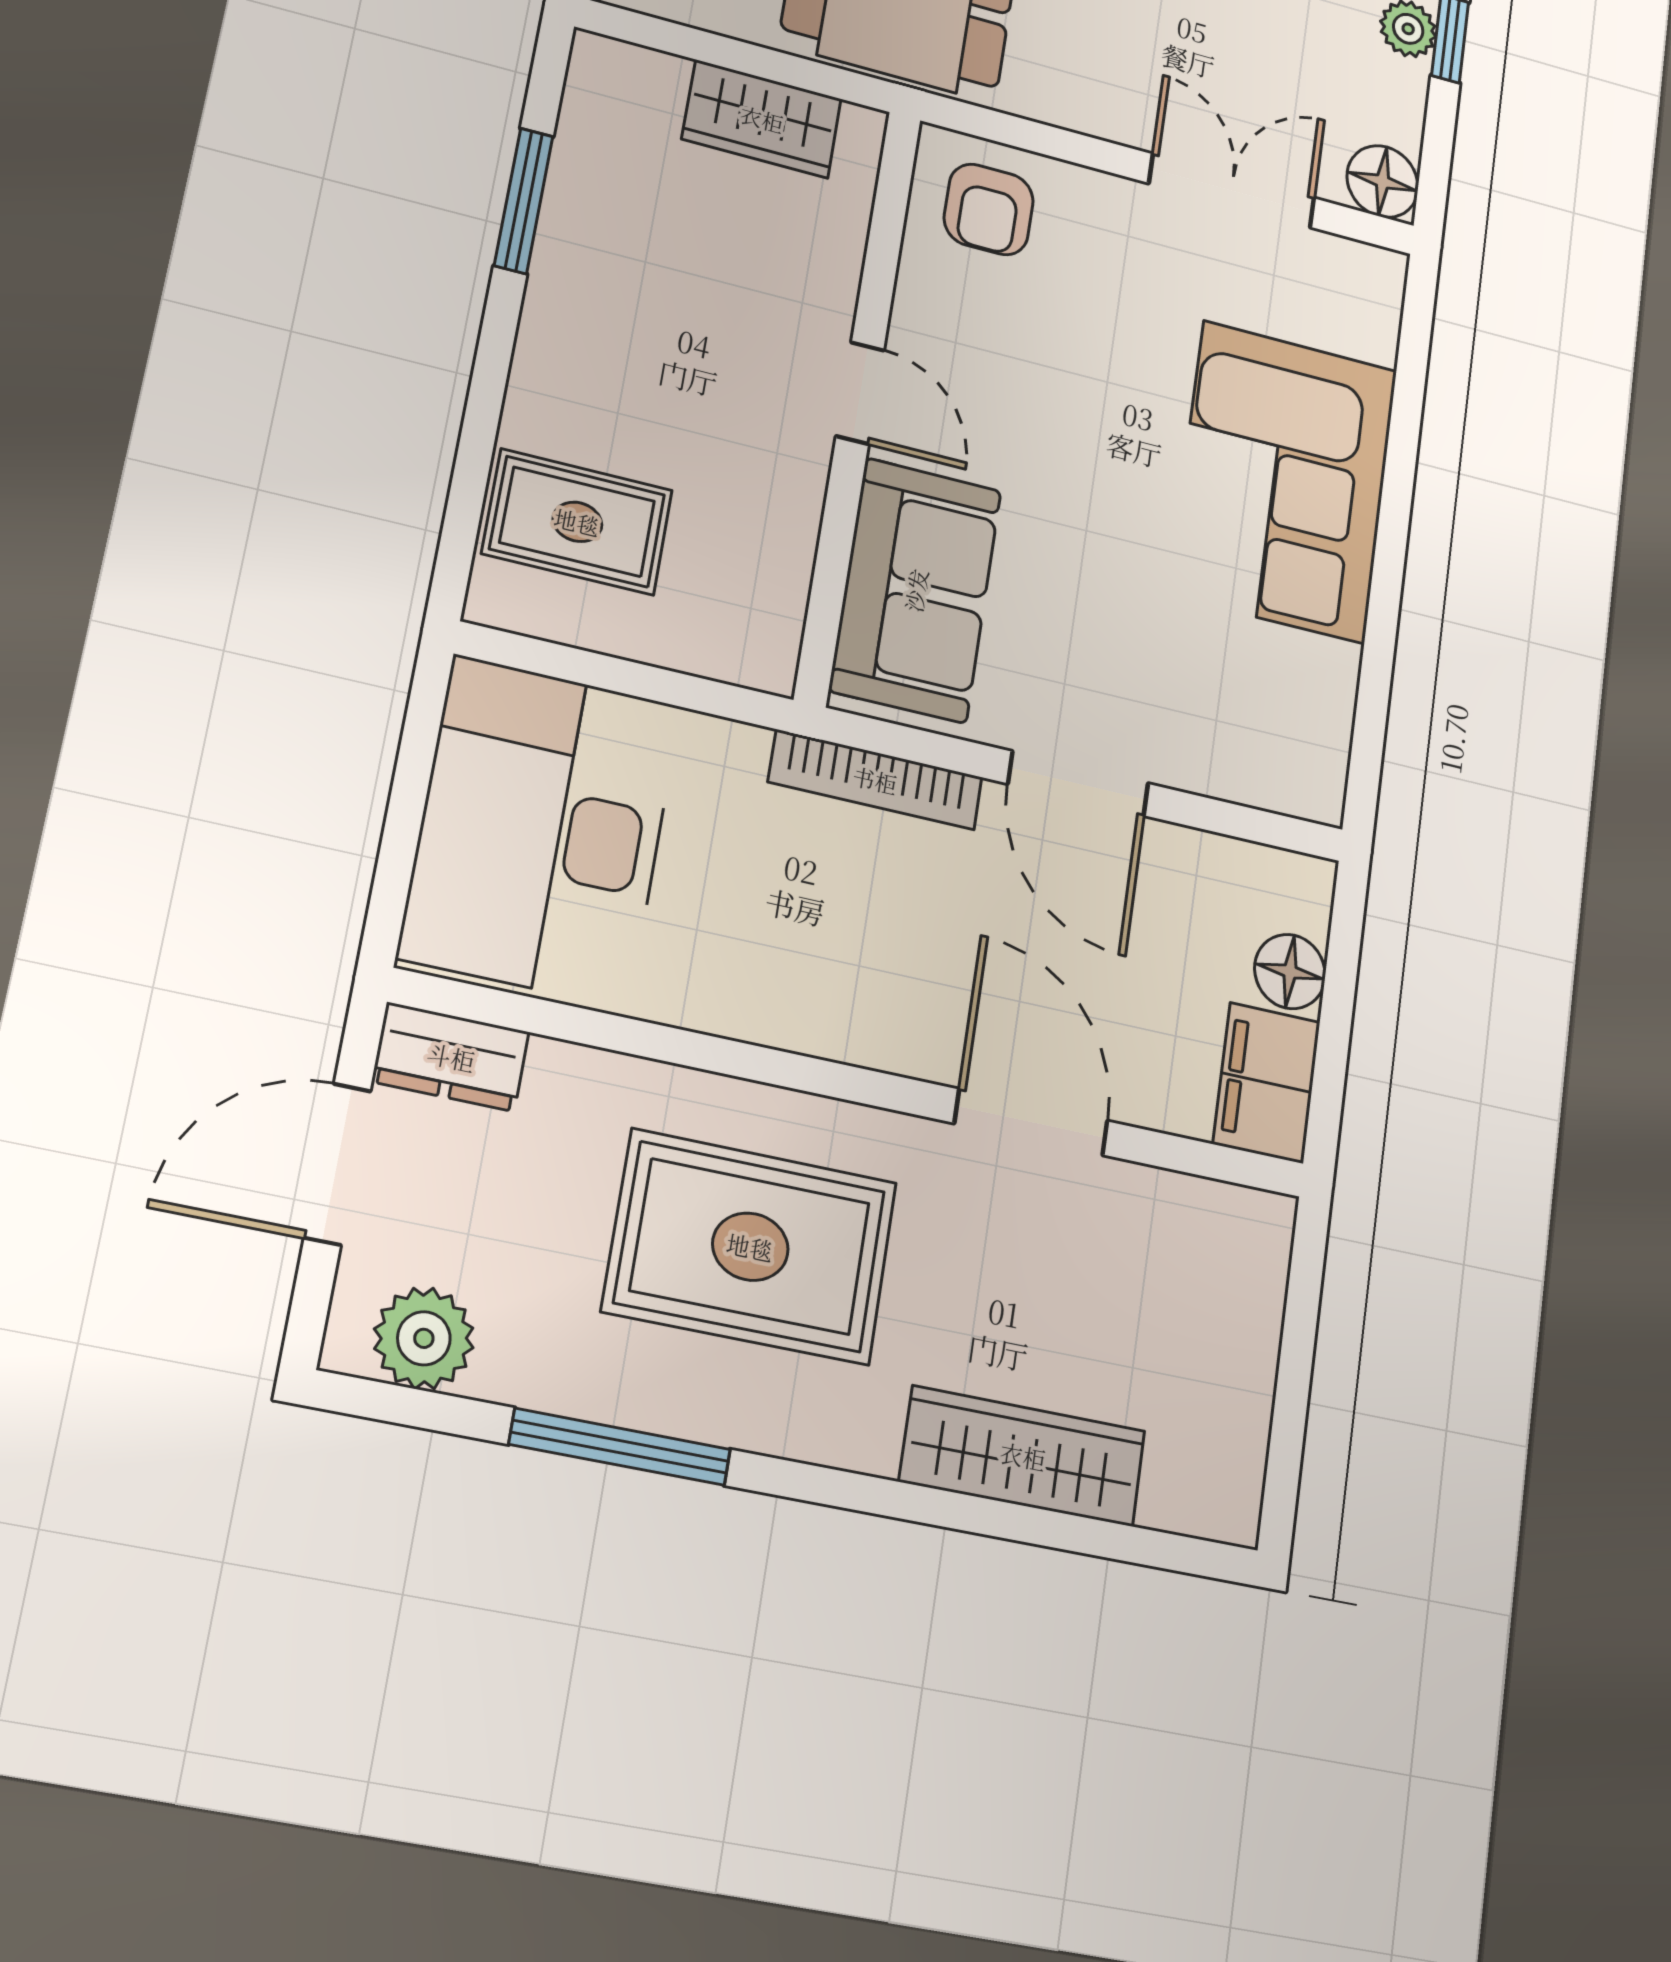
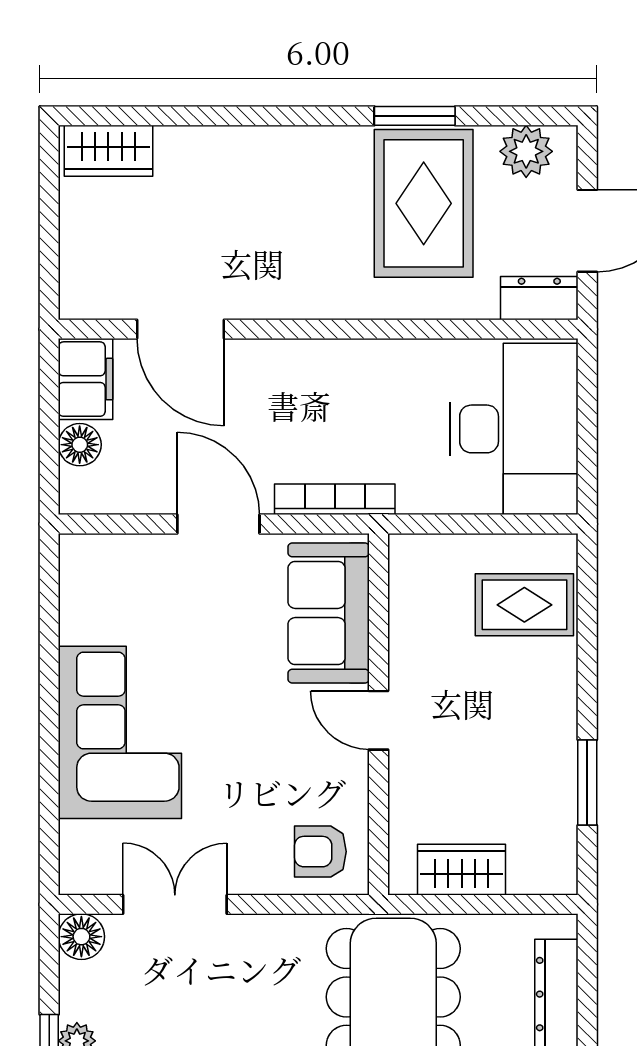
double door: (1232, 191) -> (175, 904), swing flipped
armchair: (989, 209) -> (320, 852), turned -90
door: (1031, 1122) -> (181, 329), moved
rug: (750, 1247) -> (424, 203), moved, turned 90
window: (620, 1447) -> (415, 116), width x0.69
wardrobe: (1023, 1456) -> (108, 151), moved, width x0.67

